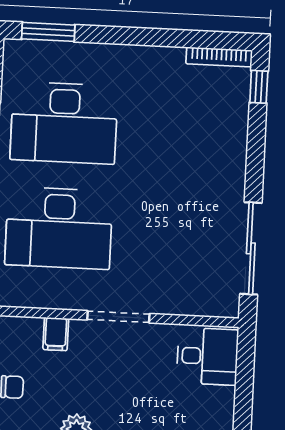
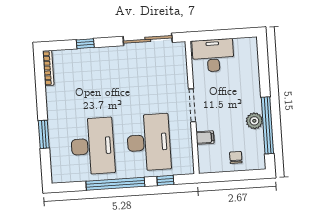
window: (48, 32) -> (44, 134), moved
window: (259, 87) -> (85, 44), moved
desk: (207, 356) -> (213, 55), width x1.37

